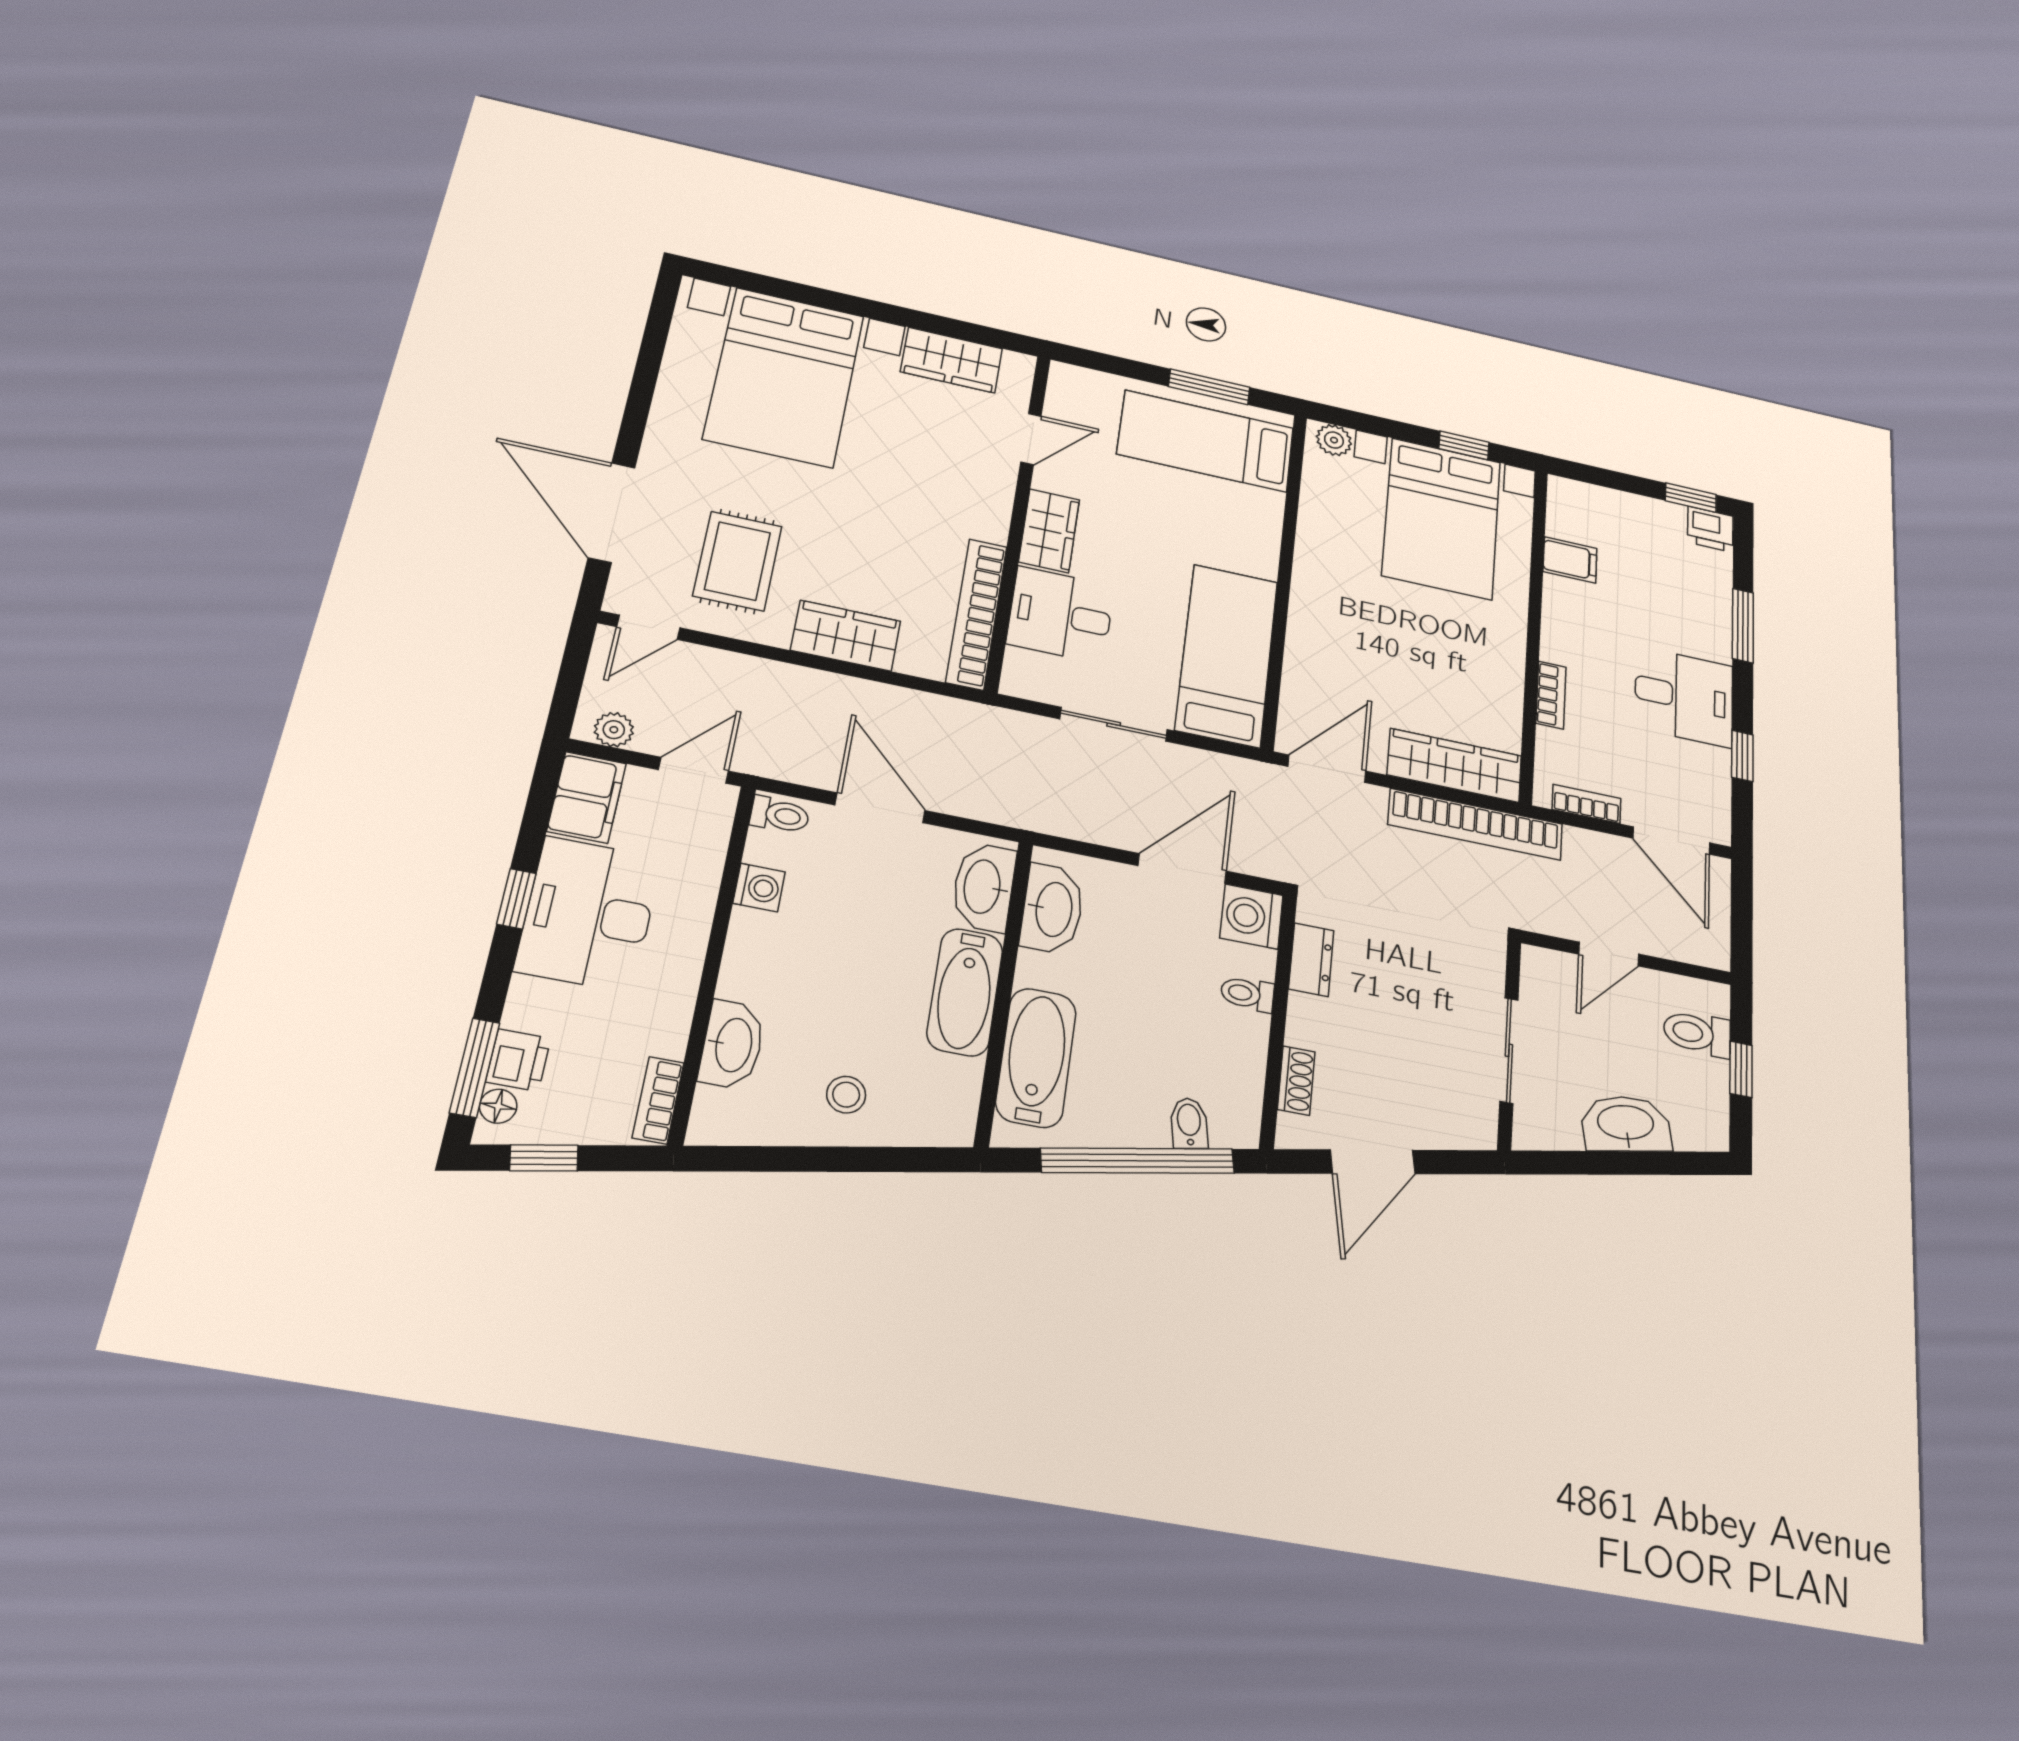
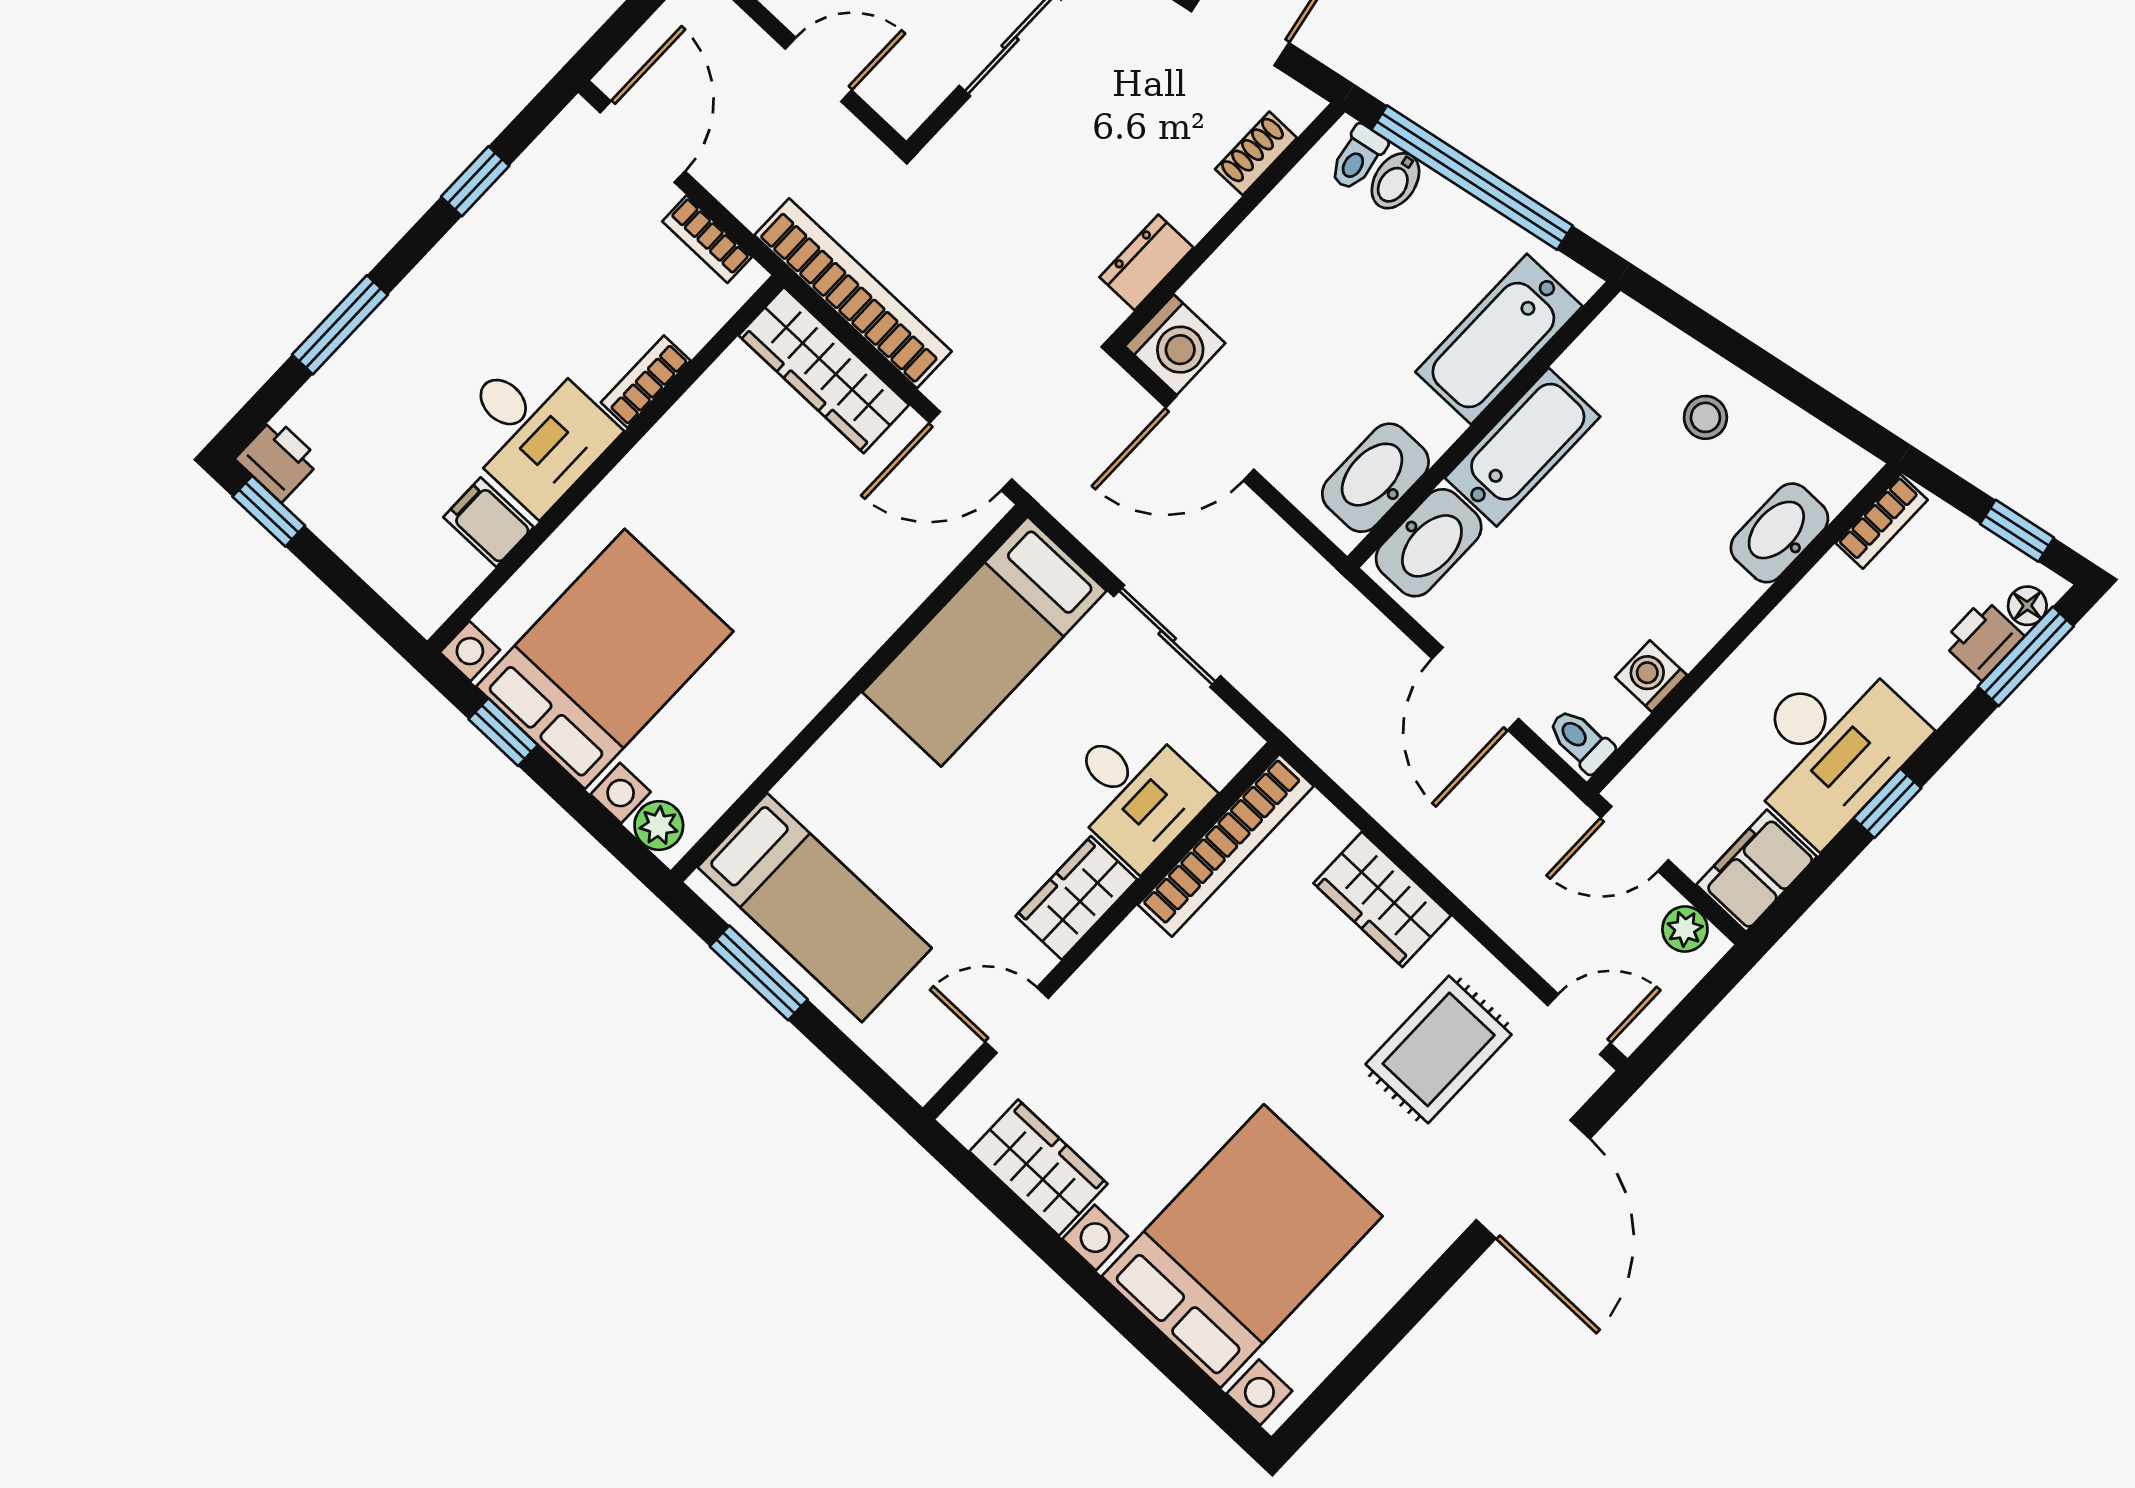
desk: (1684, 697) -> (533, 430), moved, turned 180
toilet: (1247, 994) -> (1358, 158), moved, turned 80

